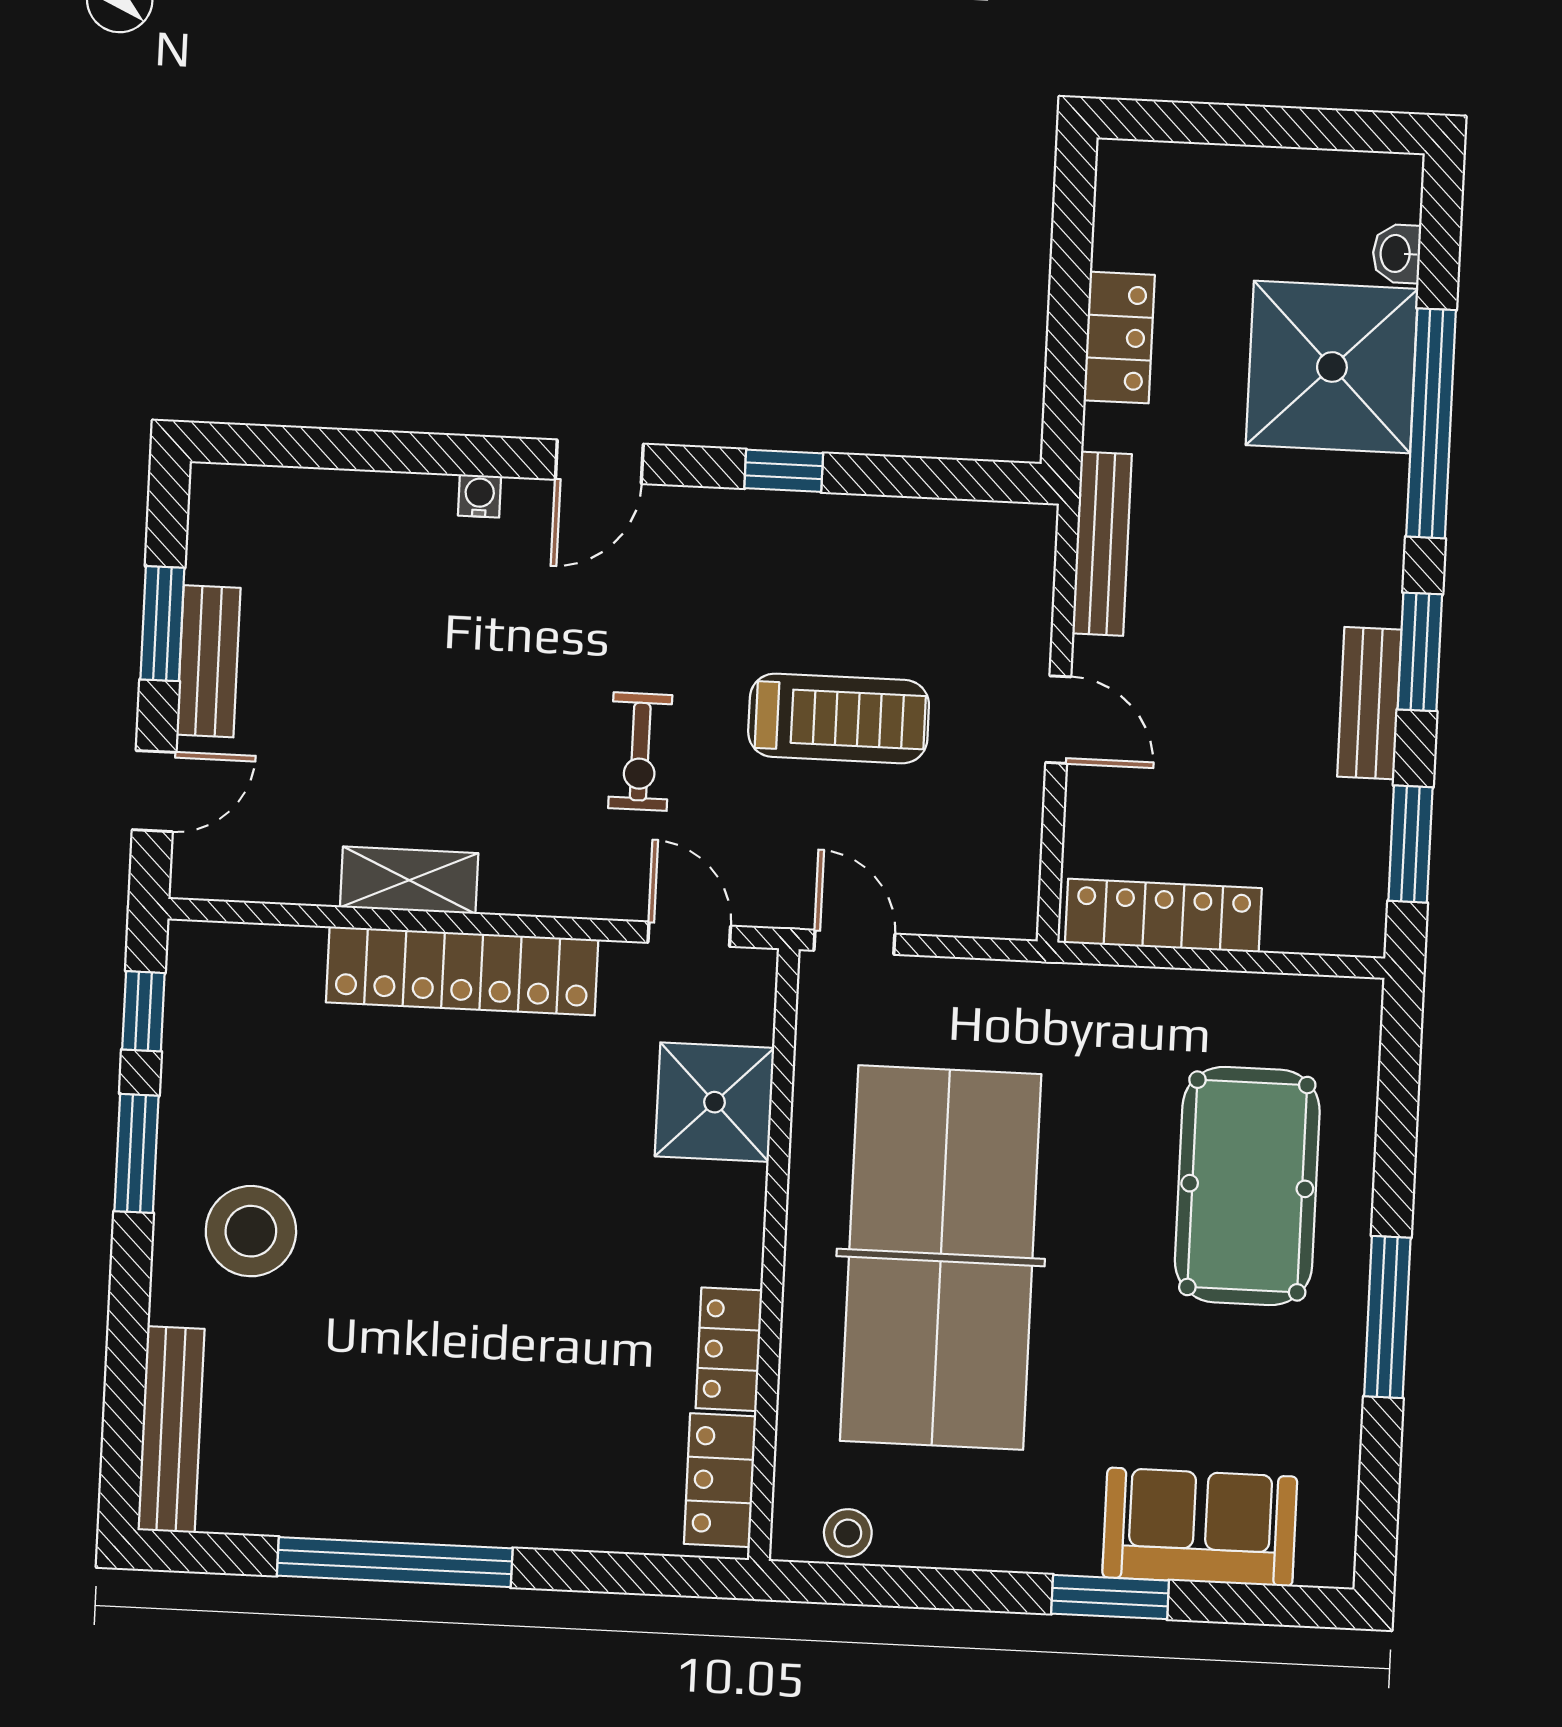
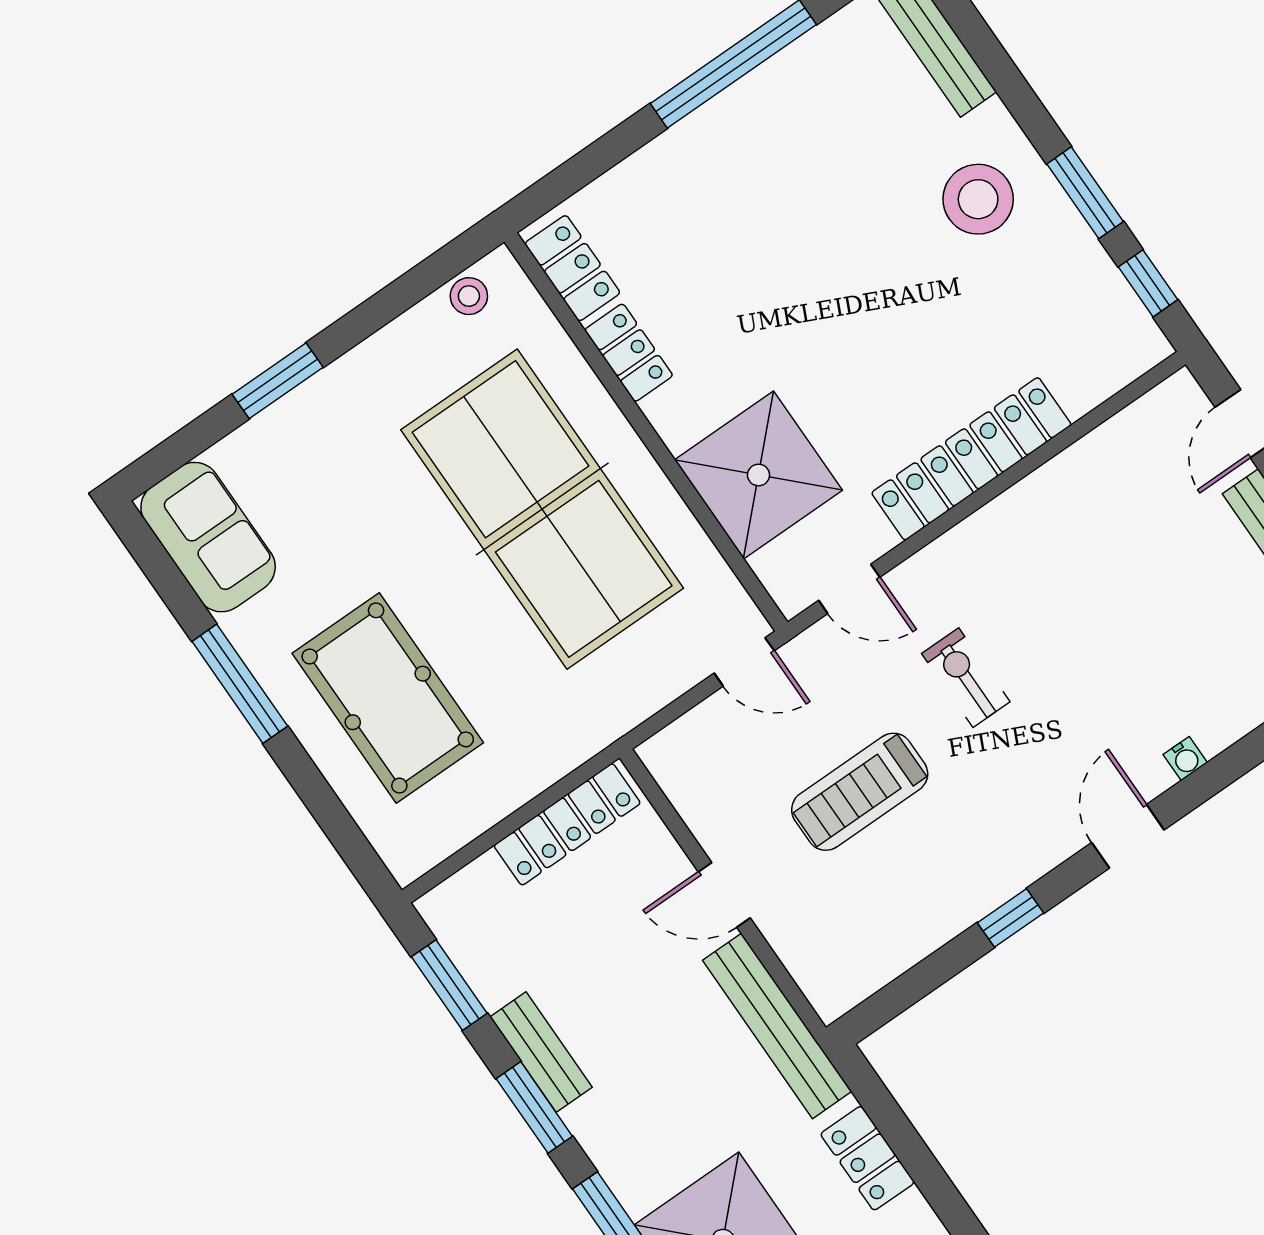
bench: (1102, 544) -> (777, 1026), width x1.37, depth x1.21
shelving: (409, 880) -> (1047, 489), removed
shower: (715, 1102) -> (759, 475), width x1.37, depth x1.37
sofa: (1200, 1527) -> (208, 537), moved, turned -90

